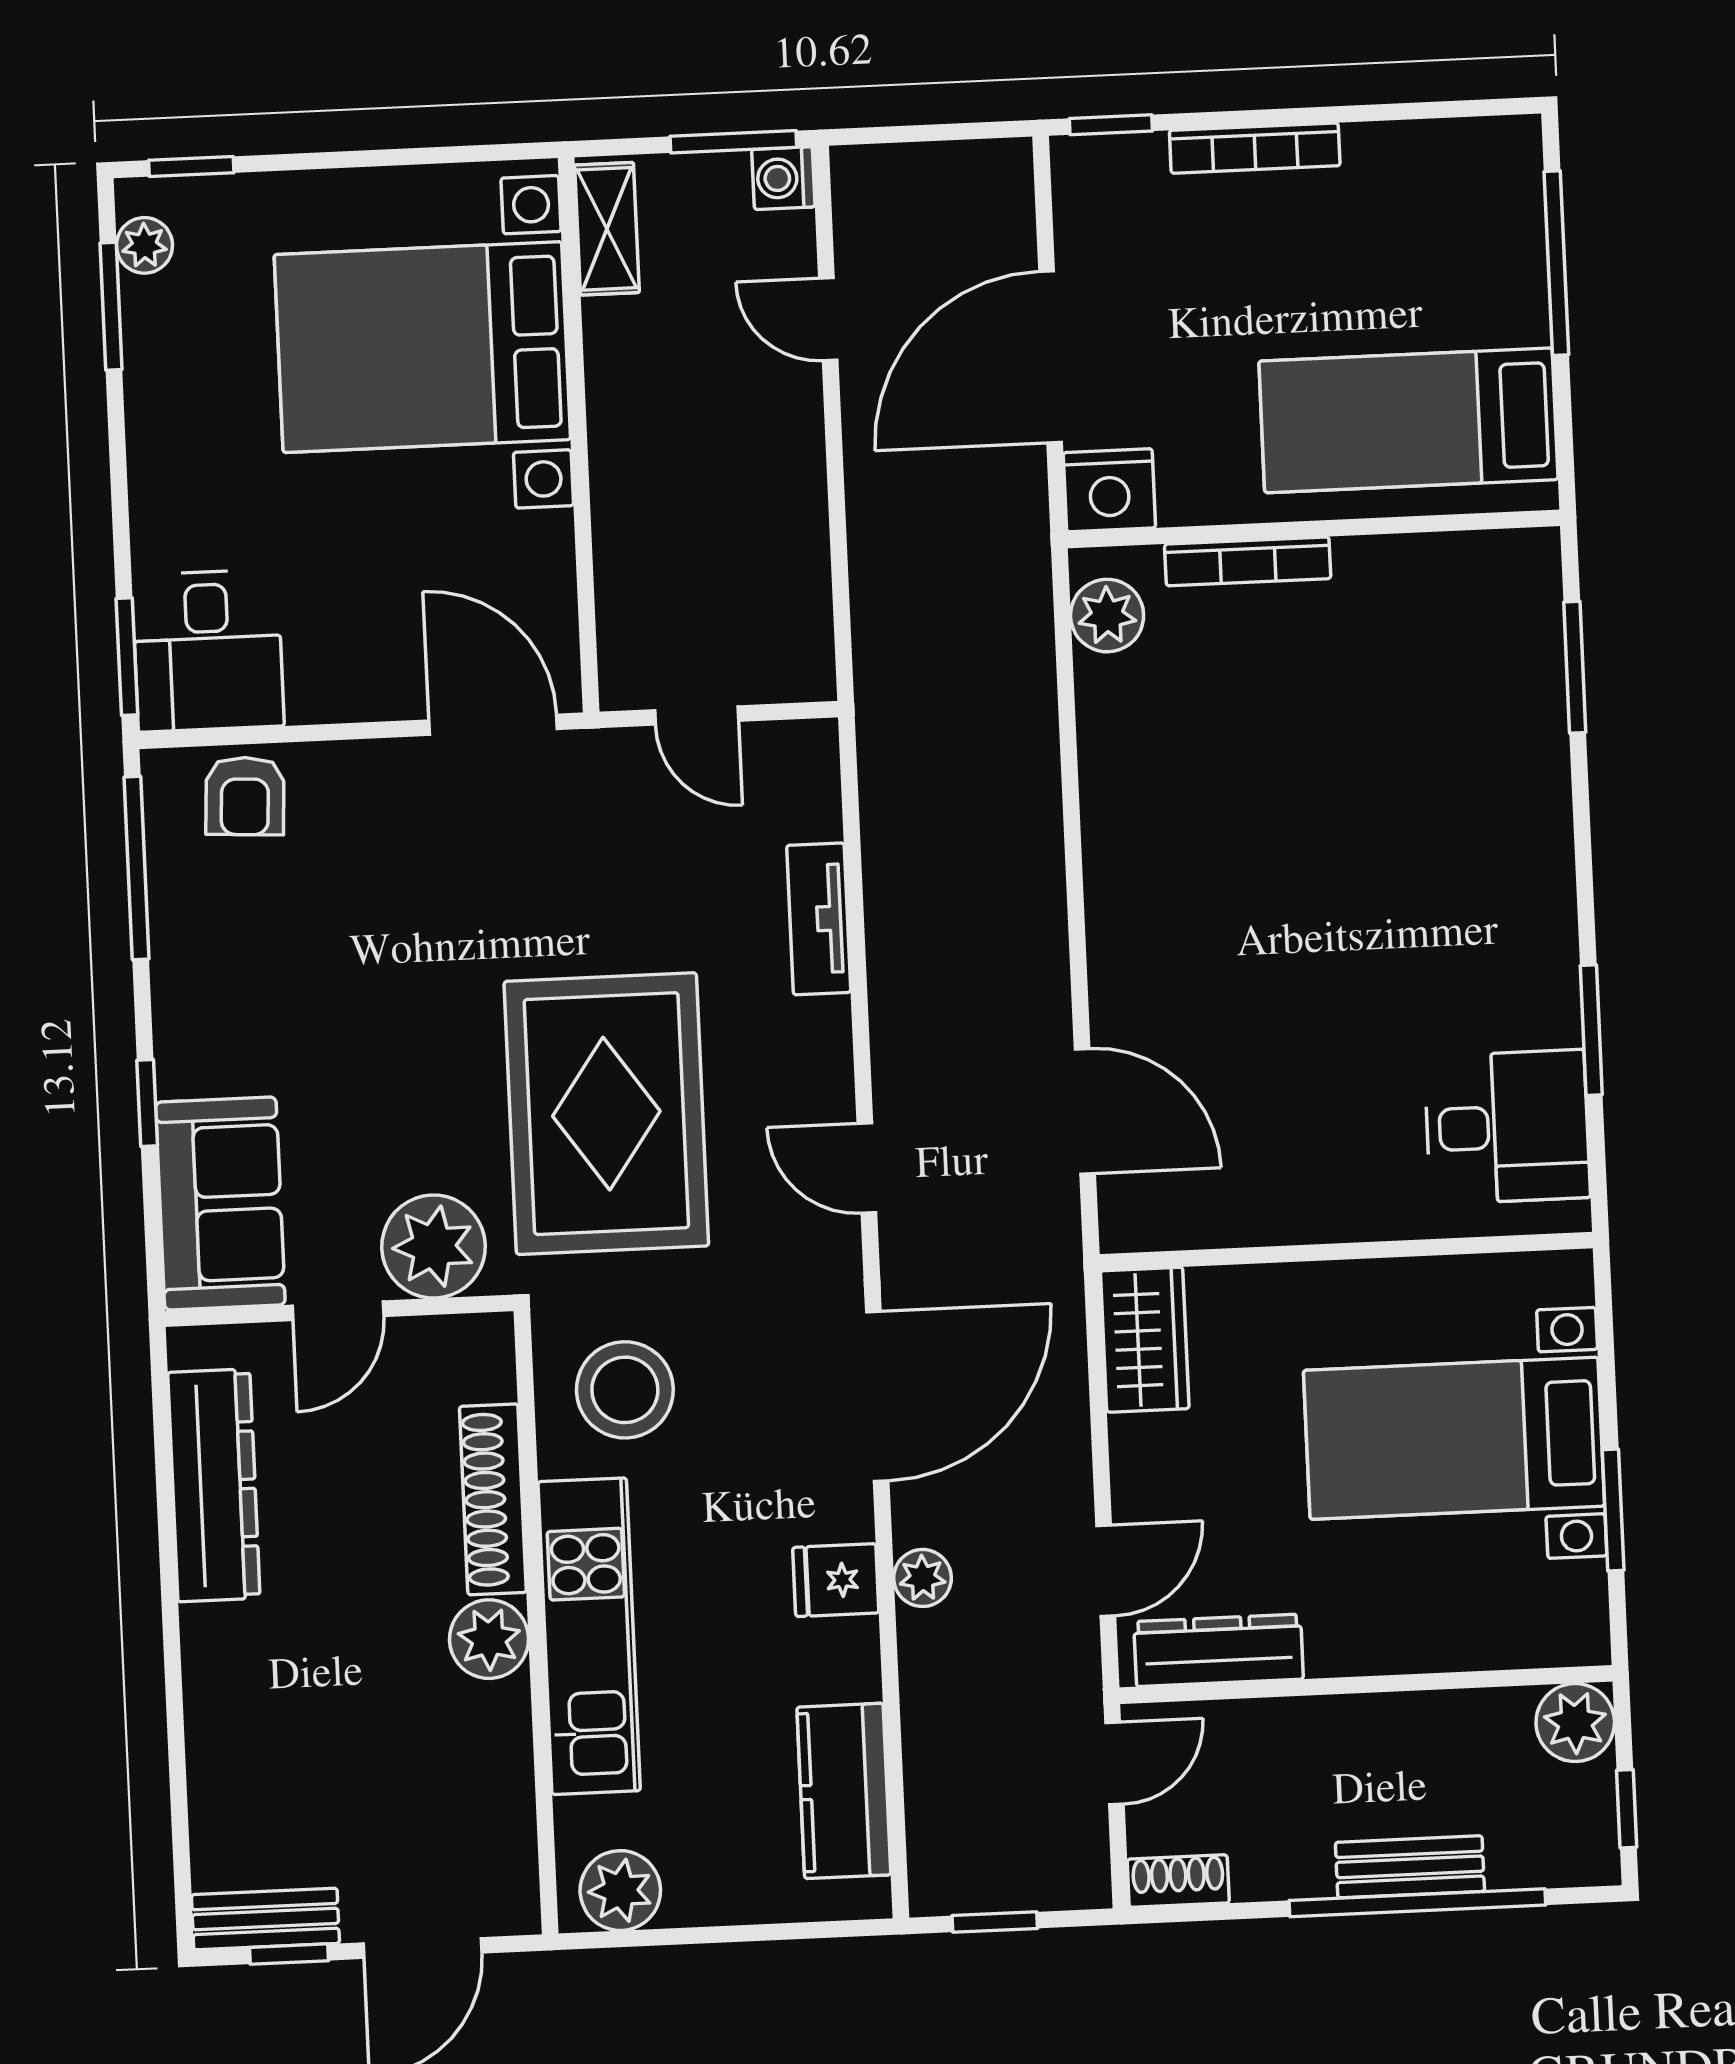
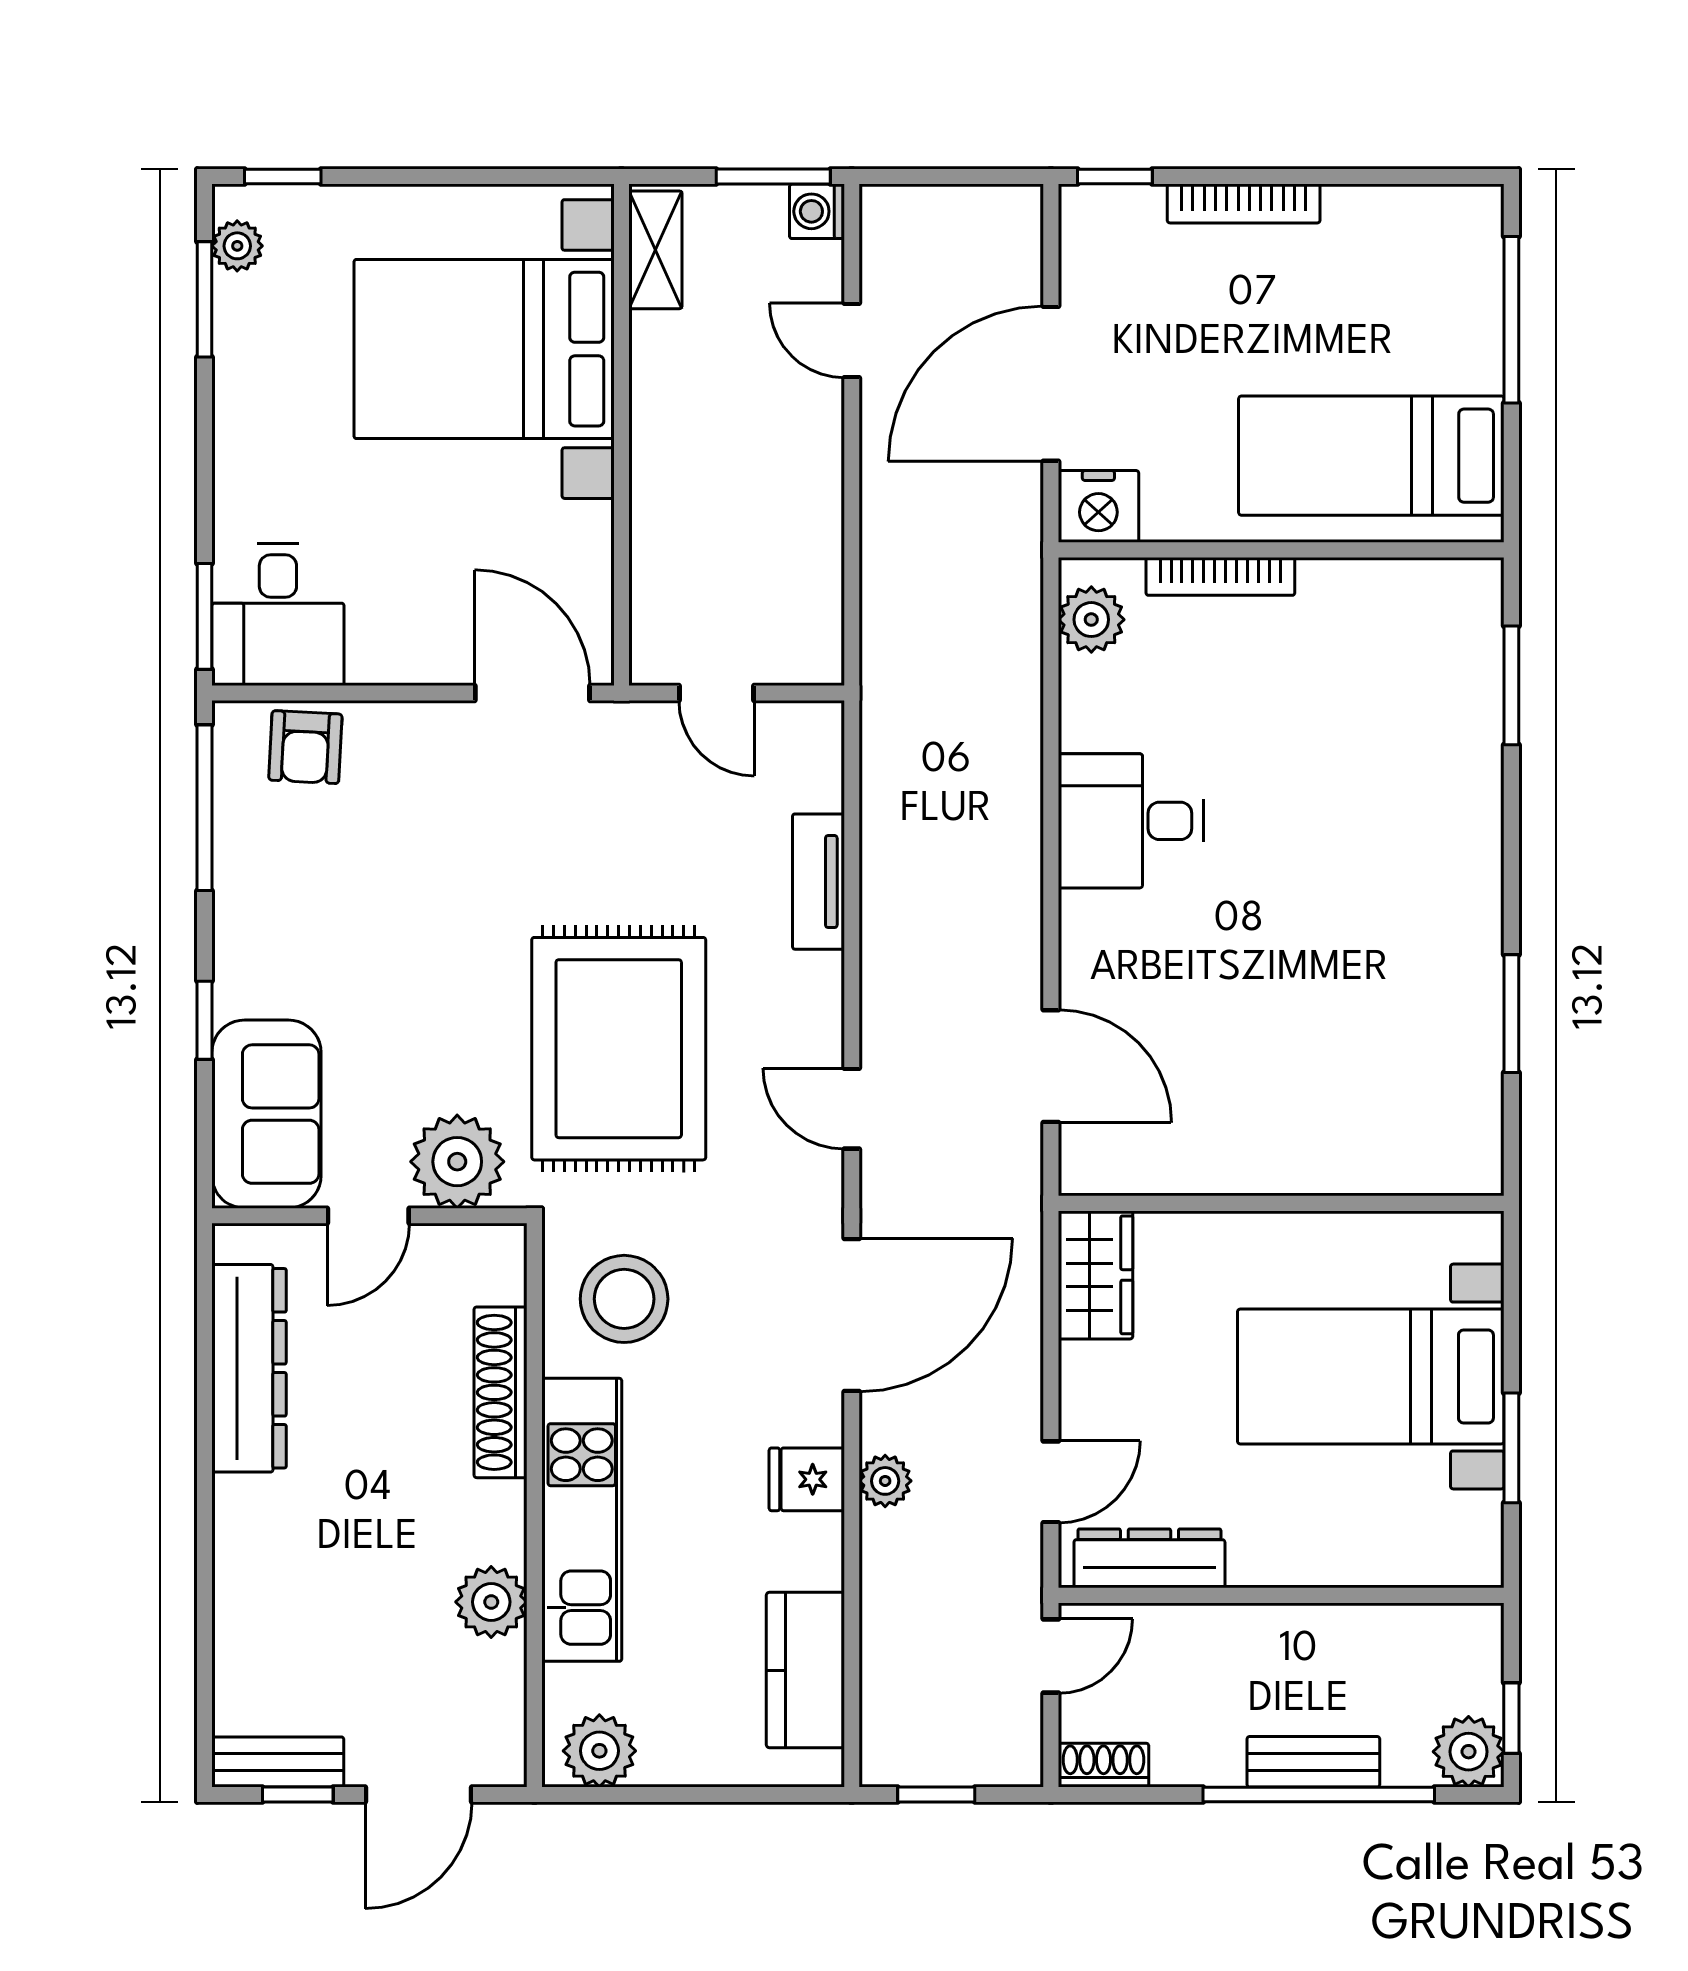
desk: (1507, 1127) -> (1131, 821), moved, turned 180
plant: (489, 1639) -> (491, 1602), moved
plant: (1575, 1723) -> (1469, 1752), moved

